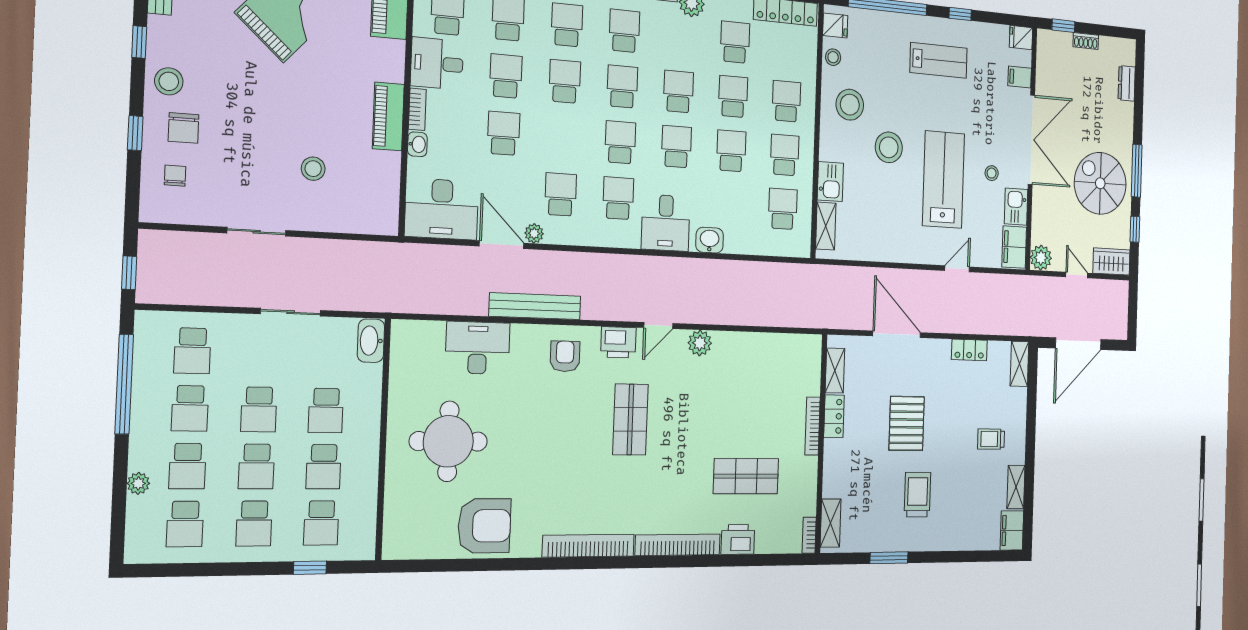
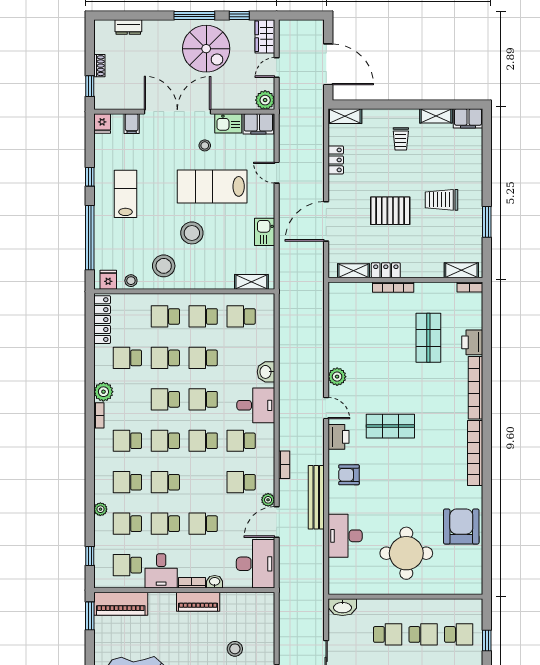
kitchen sink: (830, 182) -> (265, 232), moved, turned -90
spiral stairs: (1100, 183) -> (206, 49), turned -90
bookcase: (583, 260) -> (284, 465), added

